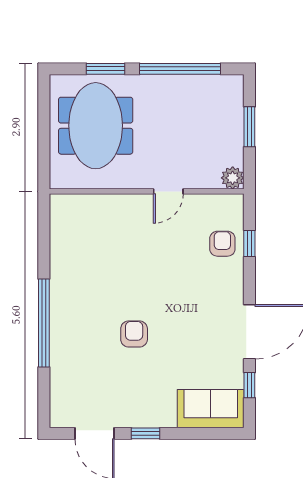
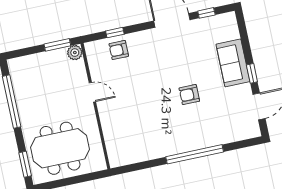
window: (105, 69) -> (25, 164), moved
window: (249, 127) -> (57, 45), moved
sofa: (211, 409) -> (233, 63), moved

